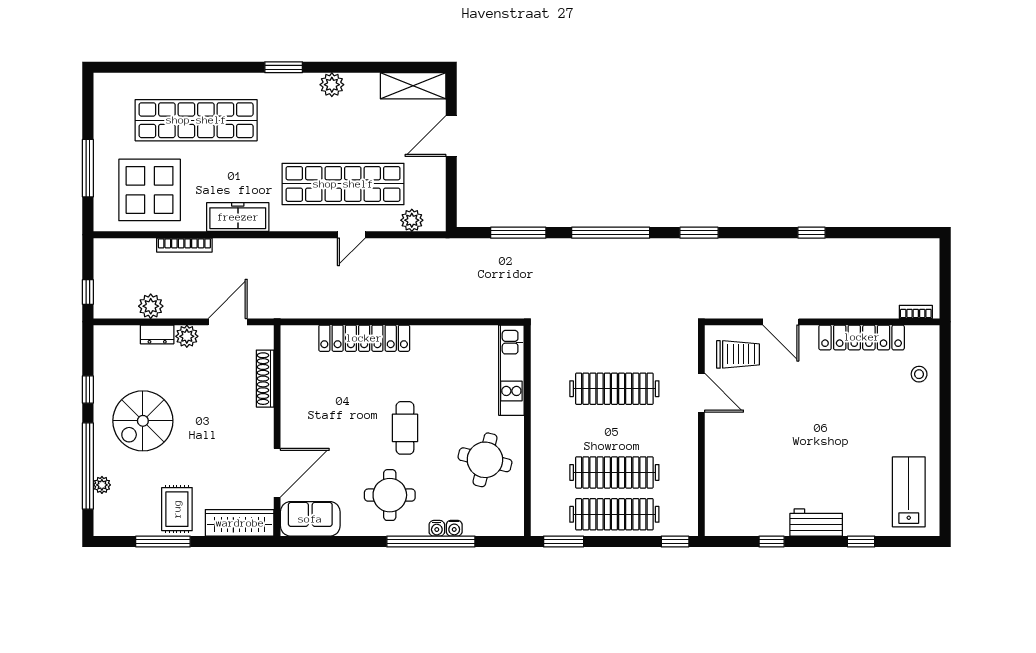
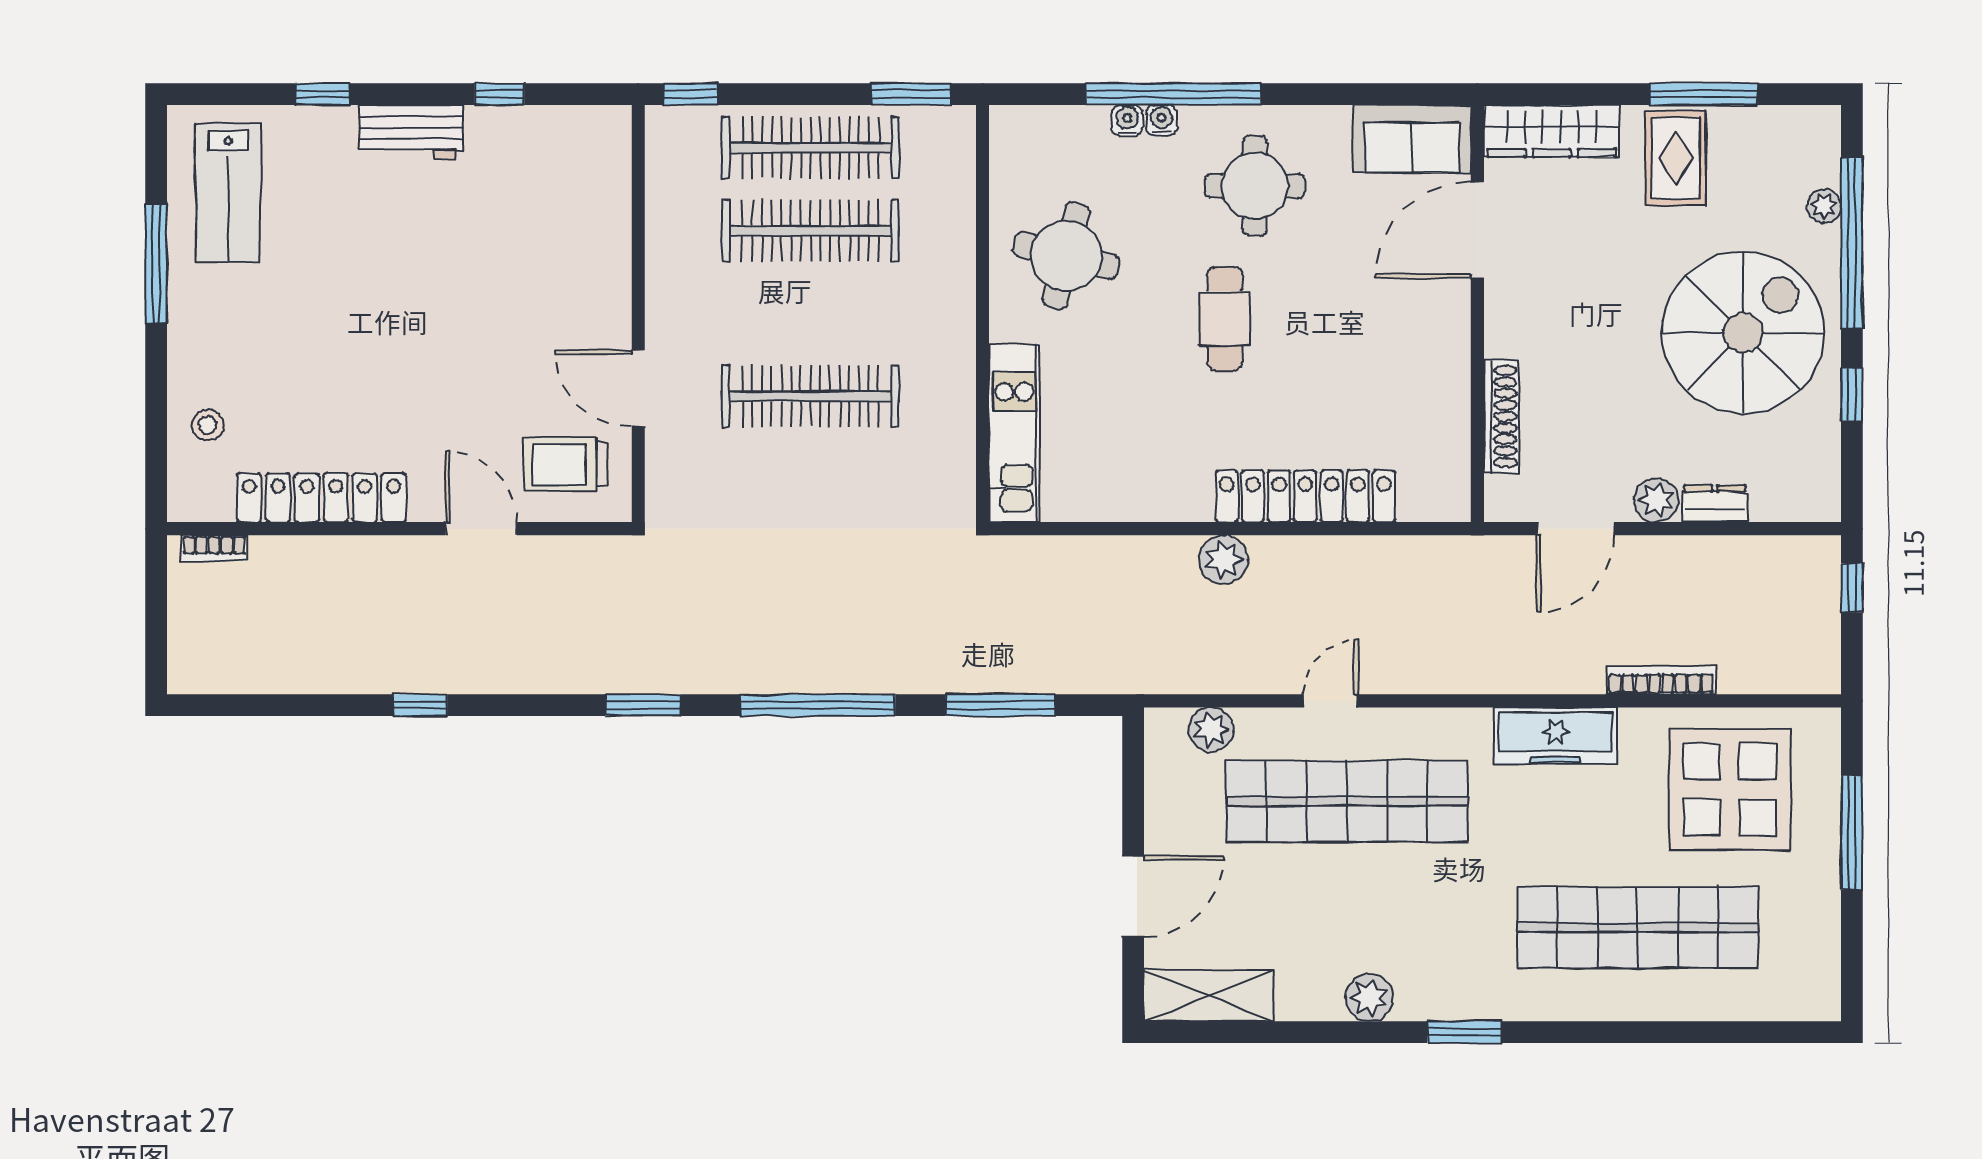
plant: (151, 306) -> (1224, 560), moved
spiral stairs: (143, 421) -> (1743, 333), width x1.37, depth x1.37
window: (945, 456) -> (156, 263), added

